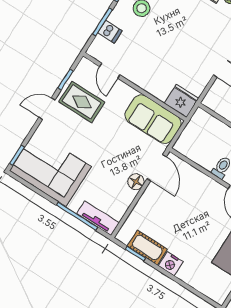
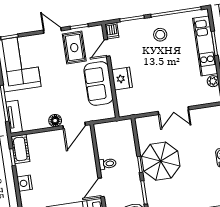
dishwasher: (110, 32) -> (112, 31), moved
fridge: (181, 101) -> (122, 79), moved
sofa: (153, 119) -> (98, 84), moved
cot: (147, 247) -> (20, 149), moved

